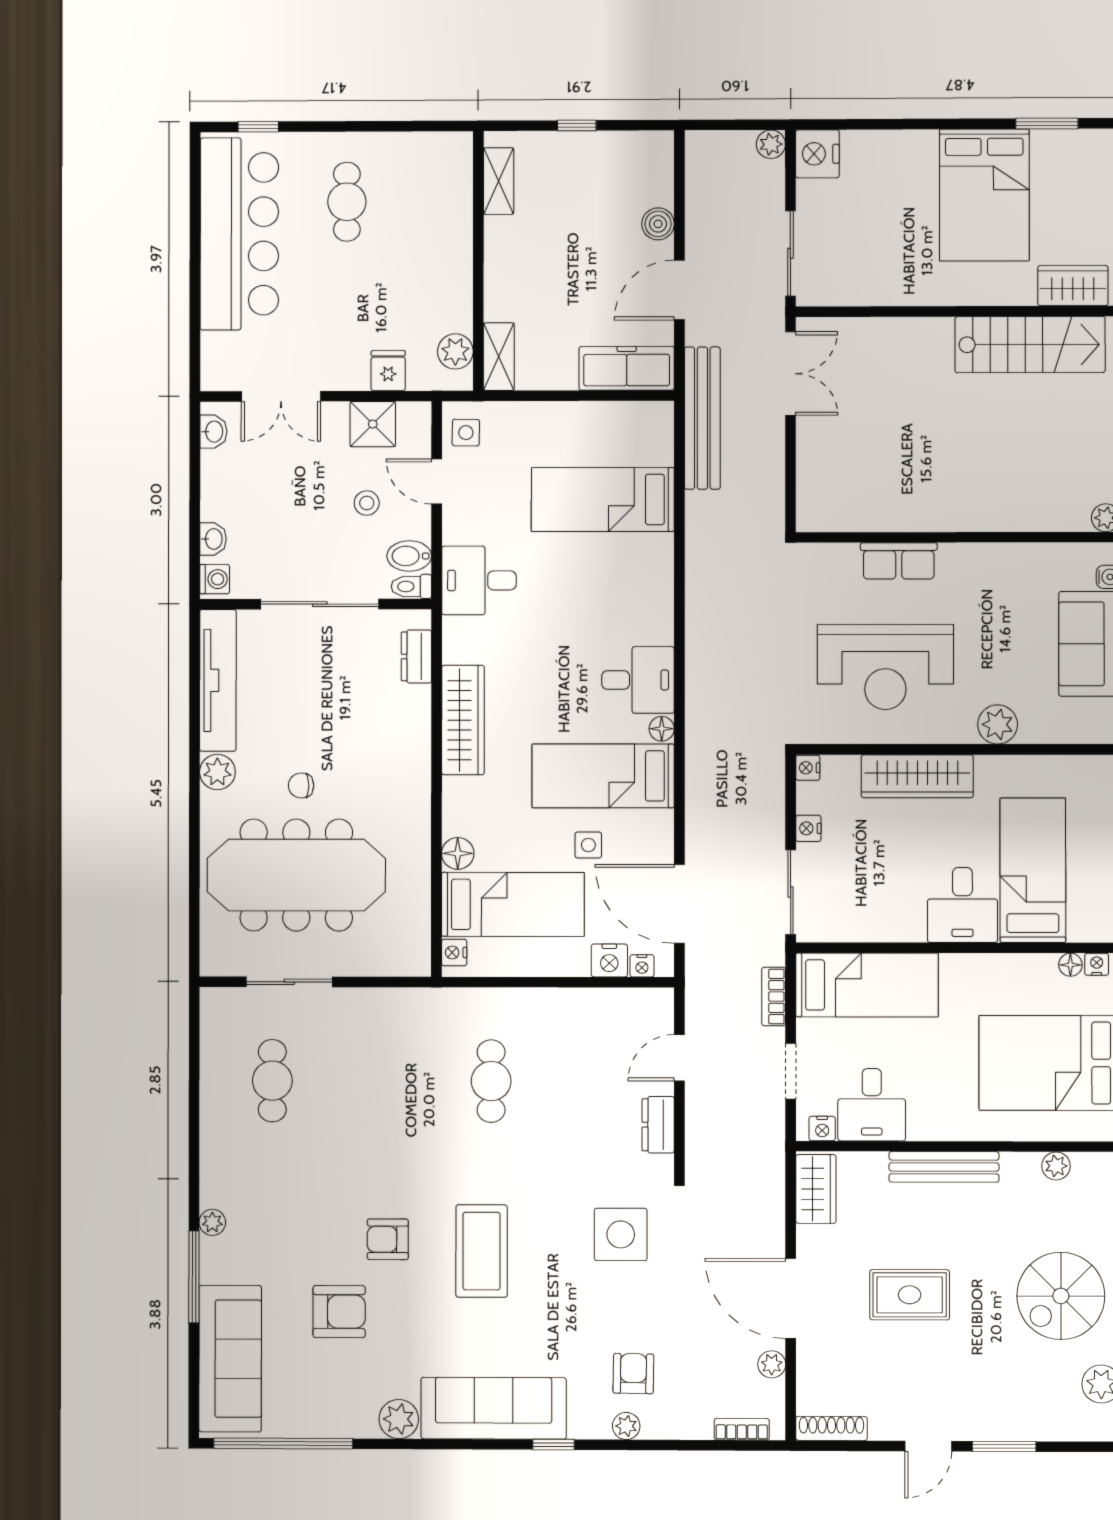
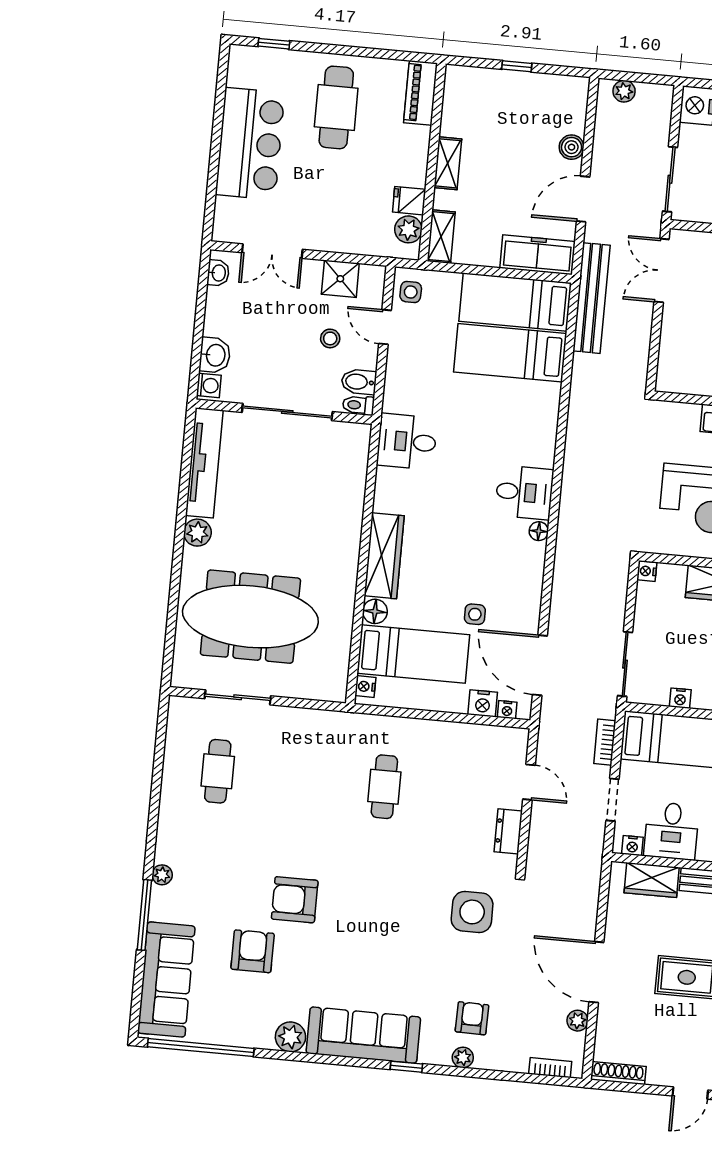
plant: (771, 144) -> (624, 91), moved
piano: (455, 172) -> (421, 93), added
shelving: (499, 181) -> (448, 163), moved
cafe table: (347, 202) -> (336, 107), width x1.37, depth x1.35
bar counter: (239, 234) -> (250, 144), width x0.73
fridge: (388, 371) -> (409, 201), moved, turned -90
double door: (790, 374) -> (662, 271), swing flipped
washbasin: (213, 539) -> (215, 355), width x1.38, depth x1.45
desk: (479, 580) -> (407, 442), moved
dresser: (416, 656) -> (357, 459), removed
wardrobe: (463, 720) -> (384, 556), moved
bed: (603, 776) -> (515, 302), moved
chair: (301, 786) -> (260, 549), removed
nightstand: (808, 828) -> (680, 698), moved, turned -90
door: (679, 1058) -> (529, 782), swing flipped
wardrobe: (816, 1189) -> (652, 880), moved, turned 90
armchair: (388, 1239) -> (295, 900), width x1.38, depth x1.38
coffee table: (482, 1251) -> (365, 915), removed
armchair: (339, 1312) -> (253, 951), turned -90

